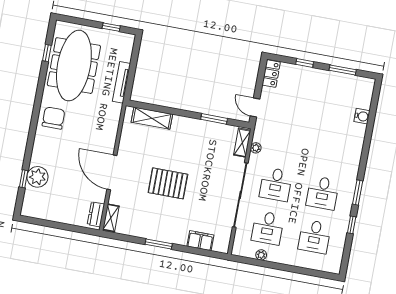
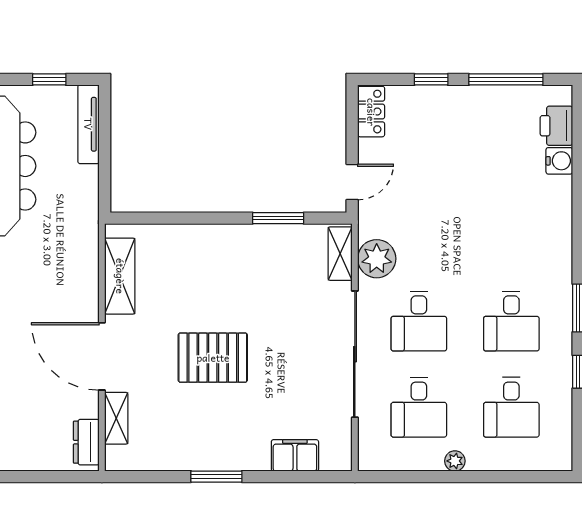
window: (343, 70) -> (506, 79), width x1.44
tv unit: (121, 82) -> (88, 124), moved
printer: (364, 98) -> (556, 126), added
door: (255, 107) -> (352, 182), swing flipped
shelving: (152, 118) -> (120, 276), moved, turned 90
plant: (256, 148) -> (377, 259), width x1.88, depth x1.88
shelving: (111, 218) -> (116, 418), moved
plant: (261, 255) -> (455, 461), moved

